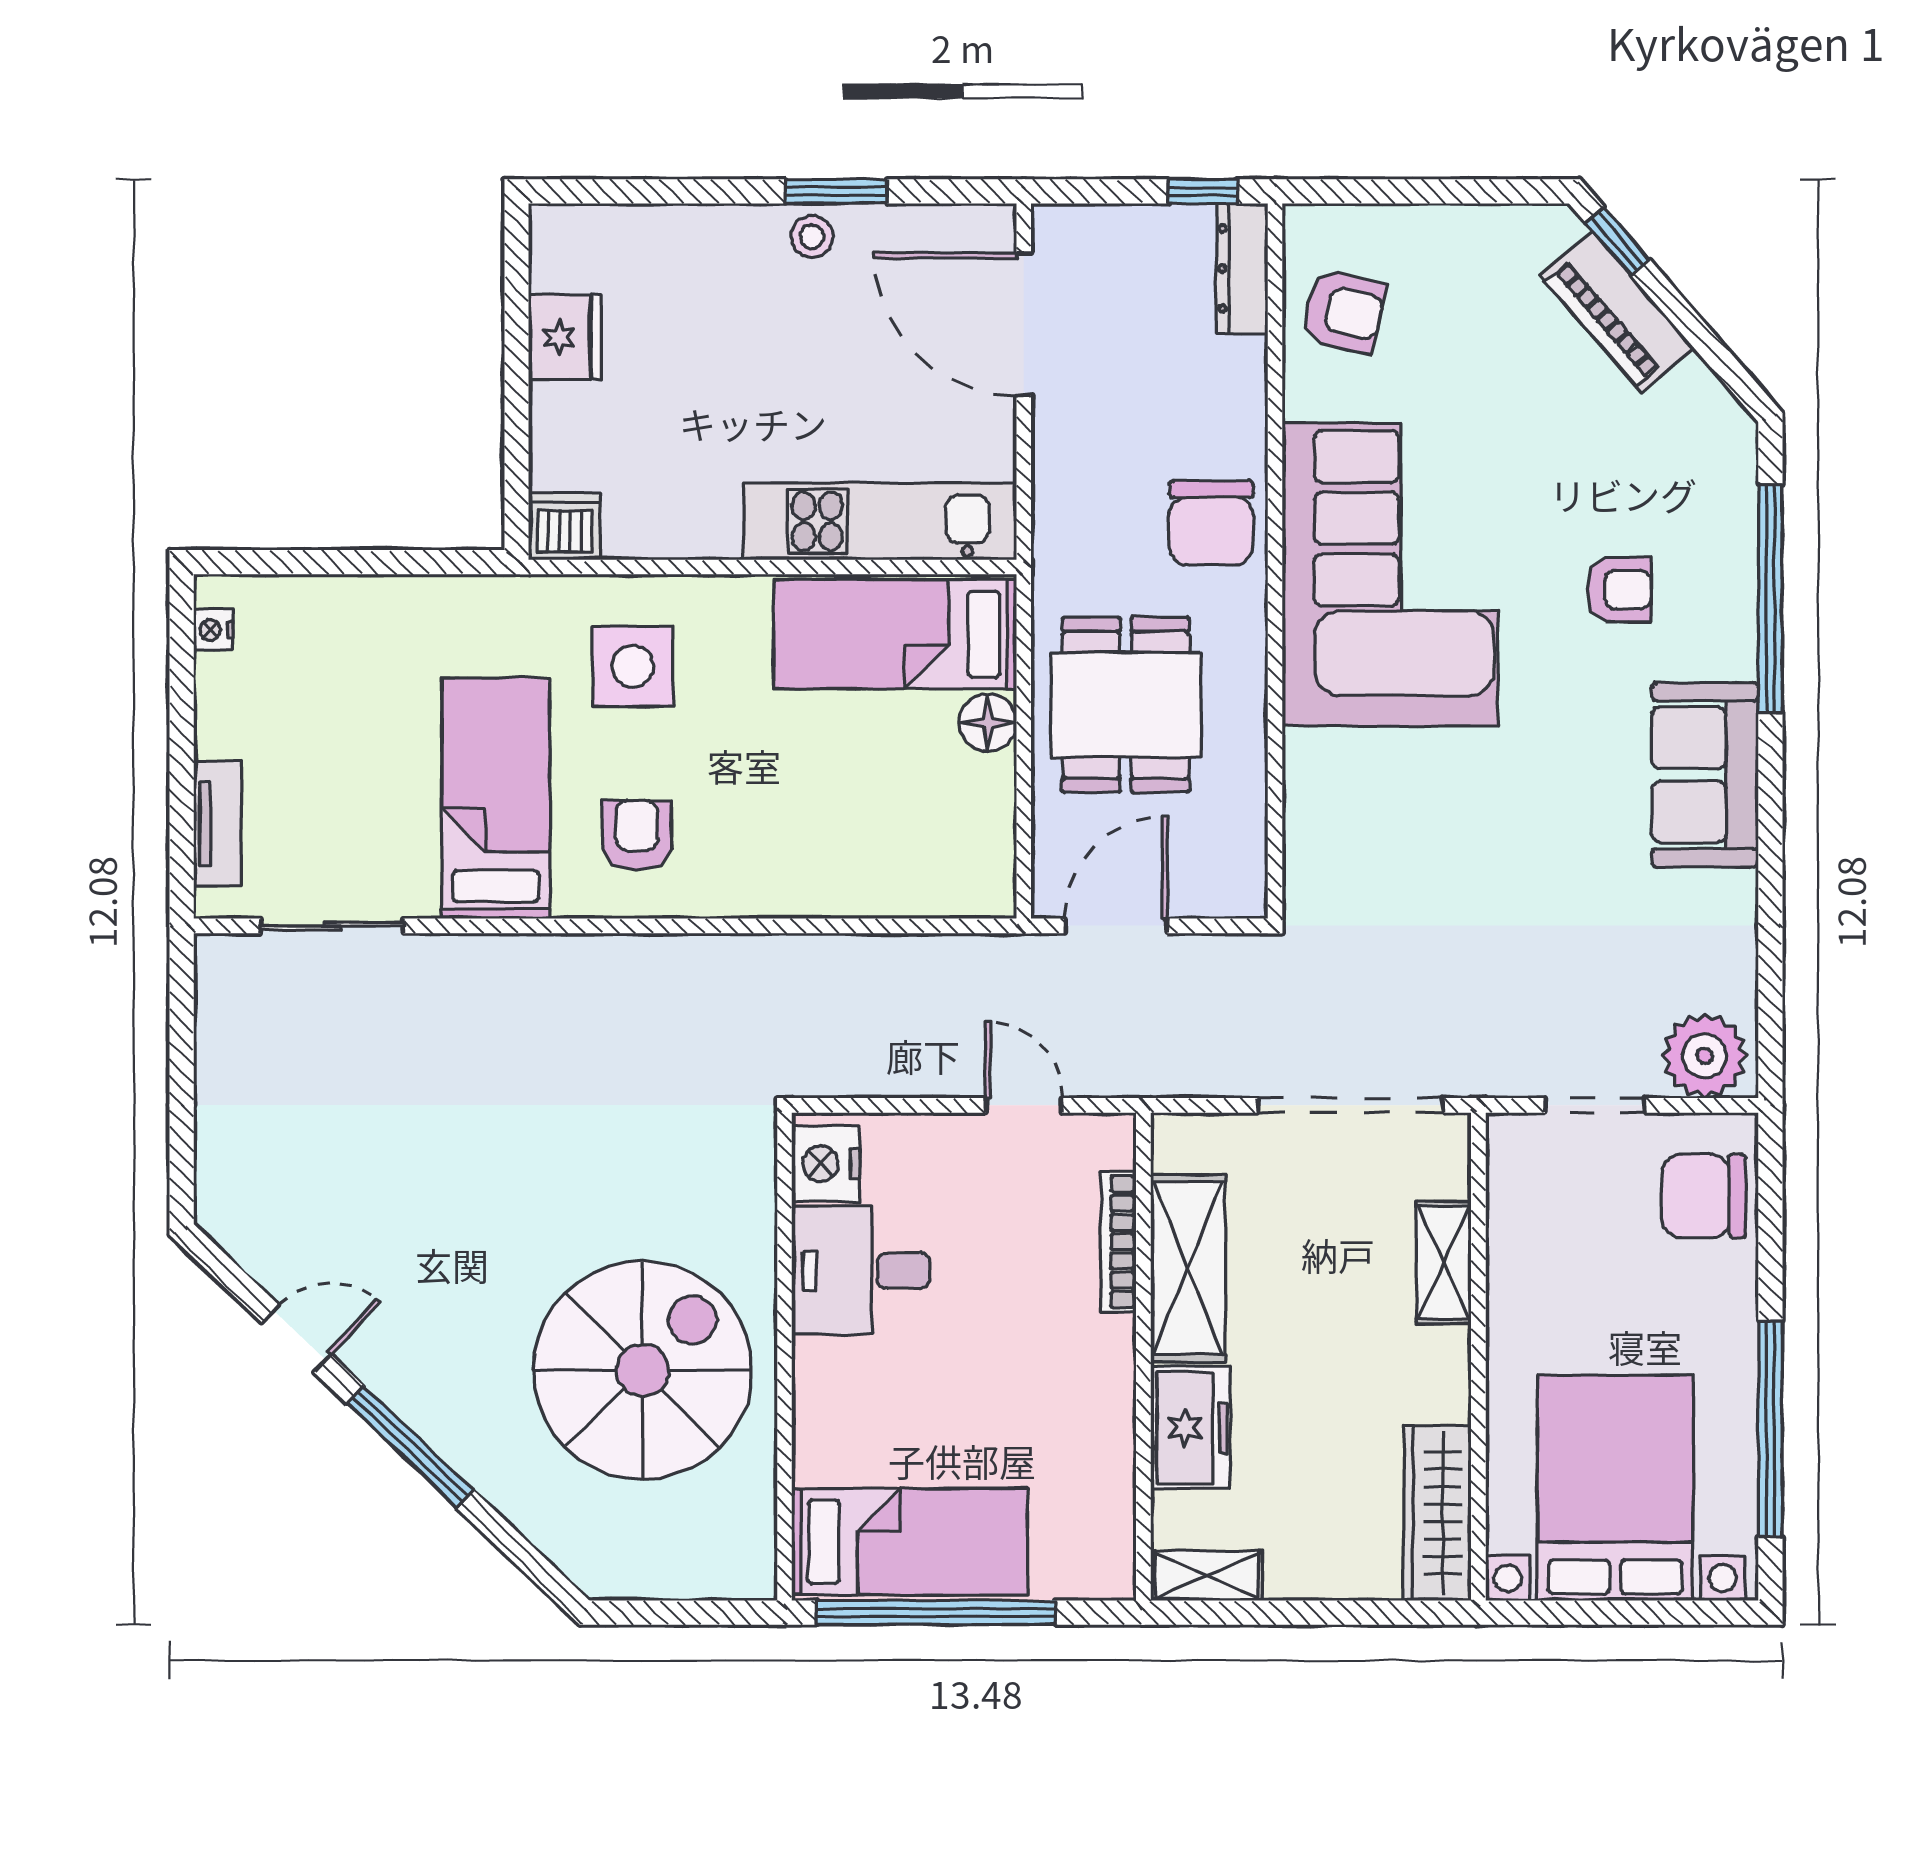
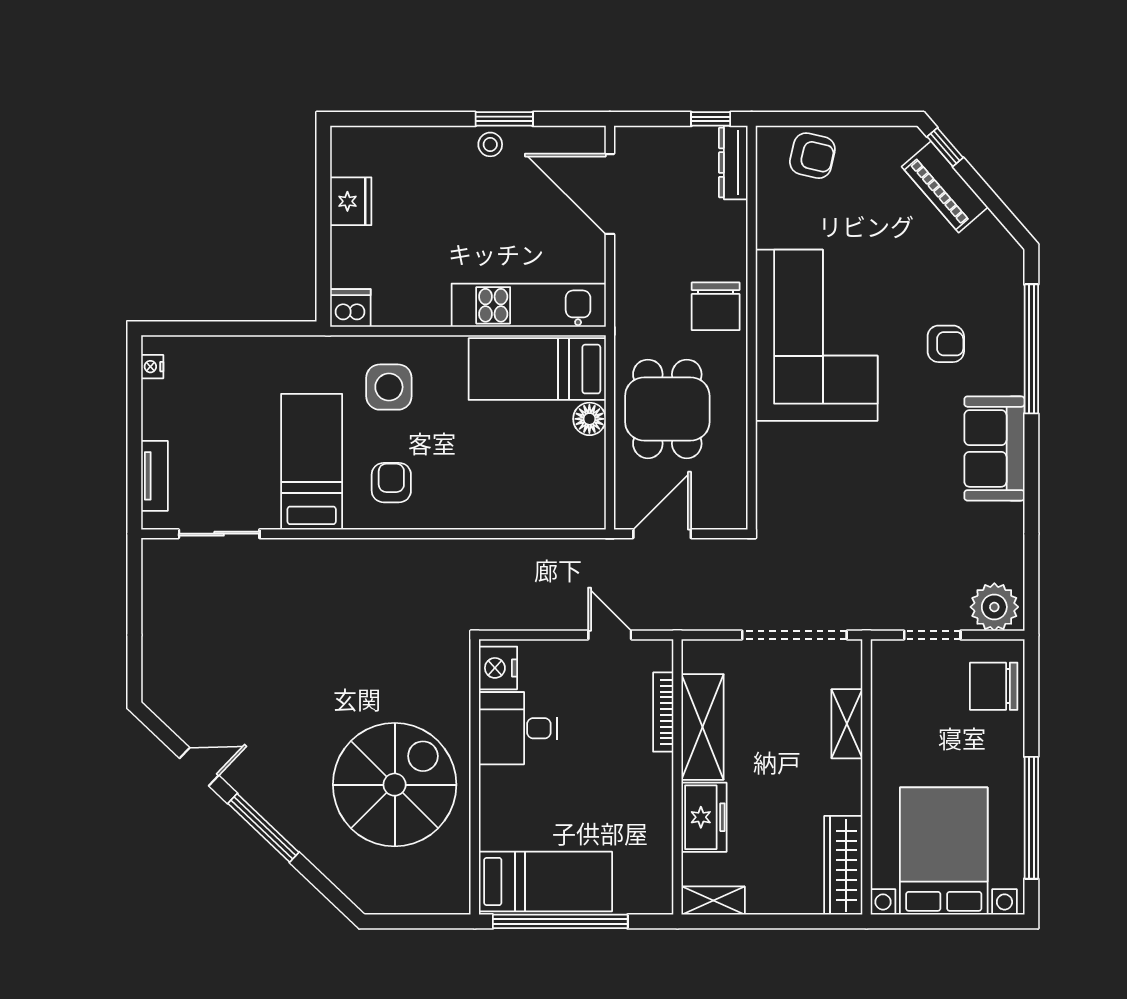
armchair: (1344, 311) -> (812, 156), moved

